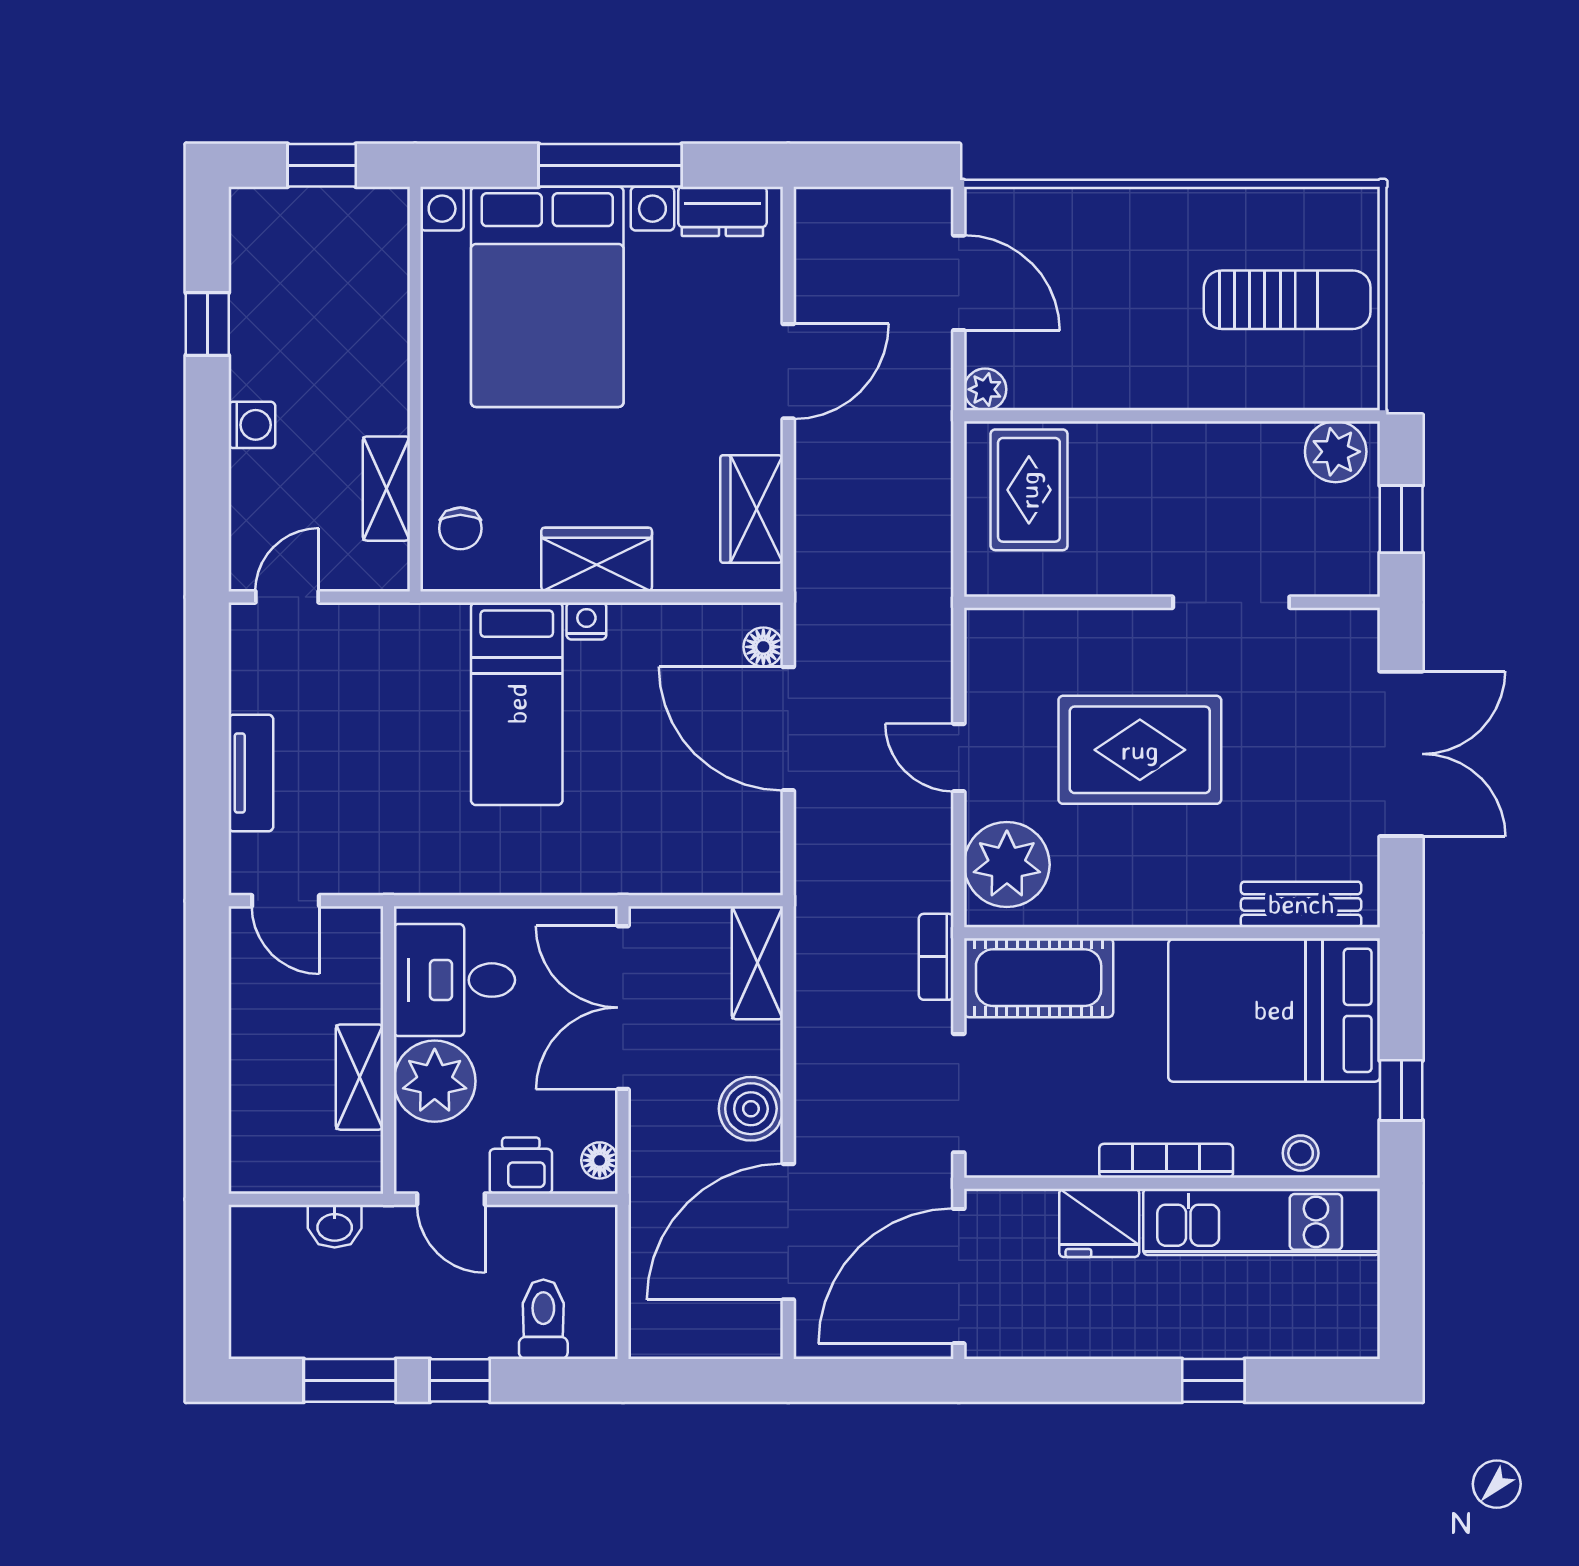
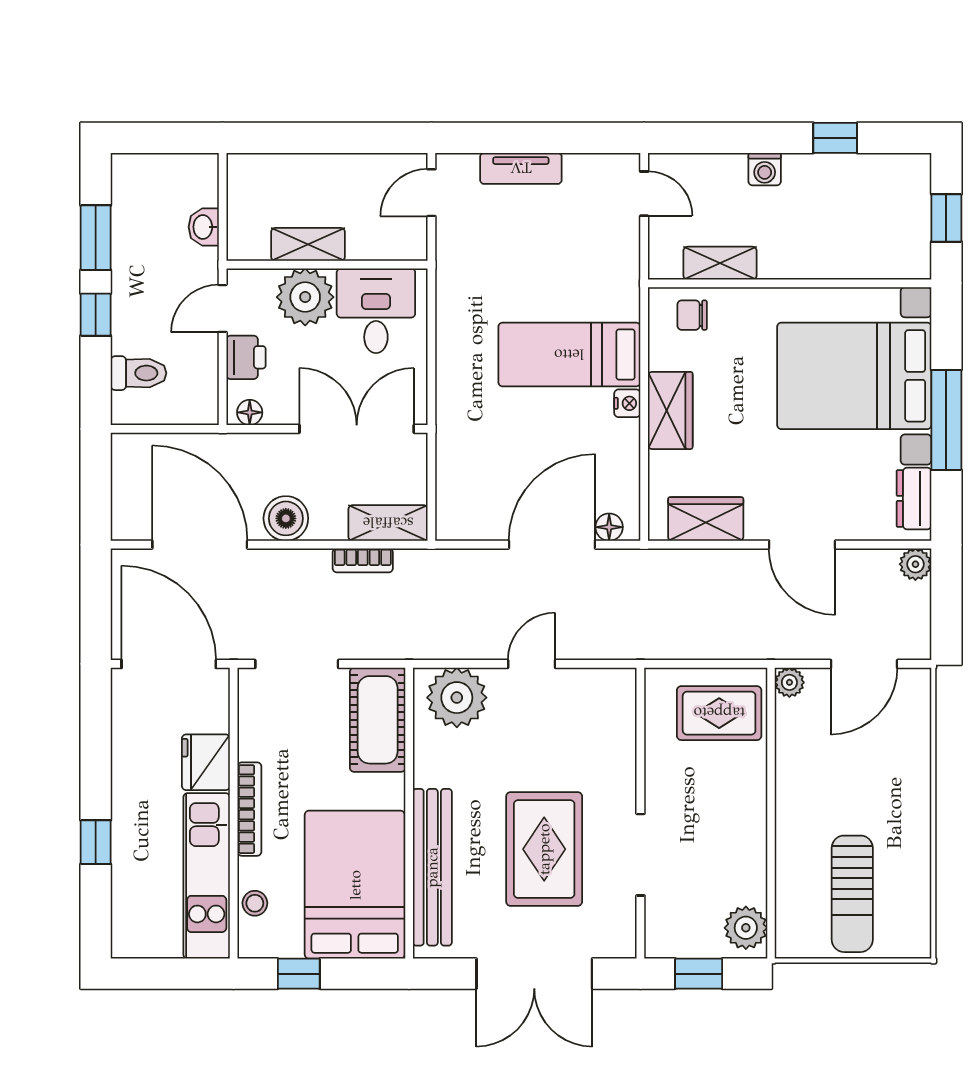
plant: (816, 209) -> (915, 564), added
rug: (1140, 750) -> (544, 849), moved
bench: (1301, 904) -> (432, 867), width x1.86, depth x1.21
bookcase: (936, 957) -> (363, 560), moved, turned 180

